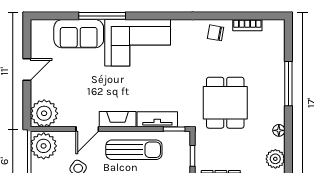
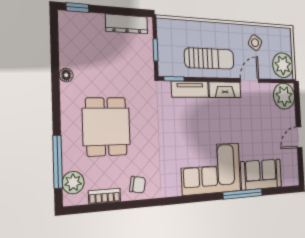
window: (288, 84) -> (58, 162), moved
dining table: (225, 103) -> (106, 127), moved
sun lounger: (134, 150) -> (209, 59), turned 180
plant: (275, 159) -> (73, 183), moved

